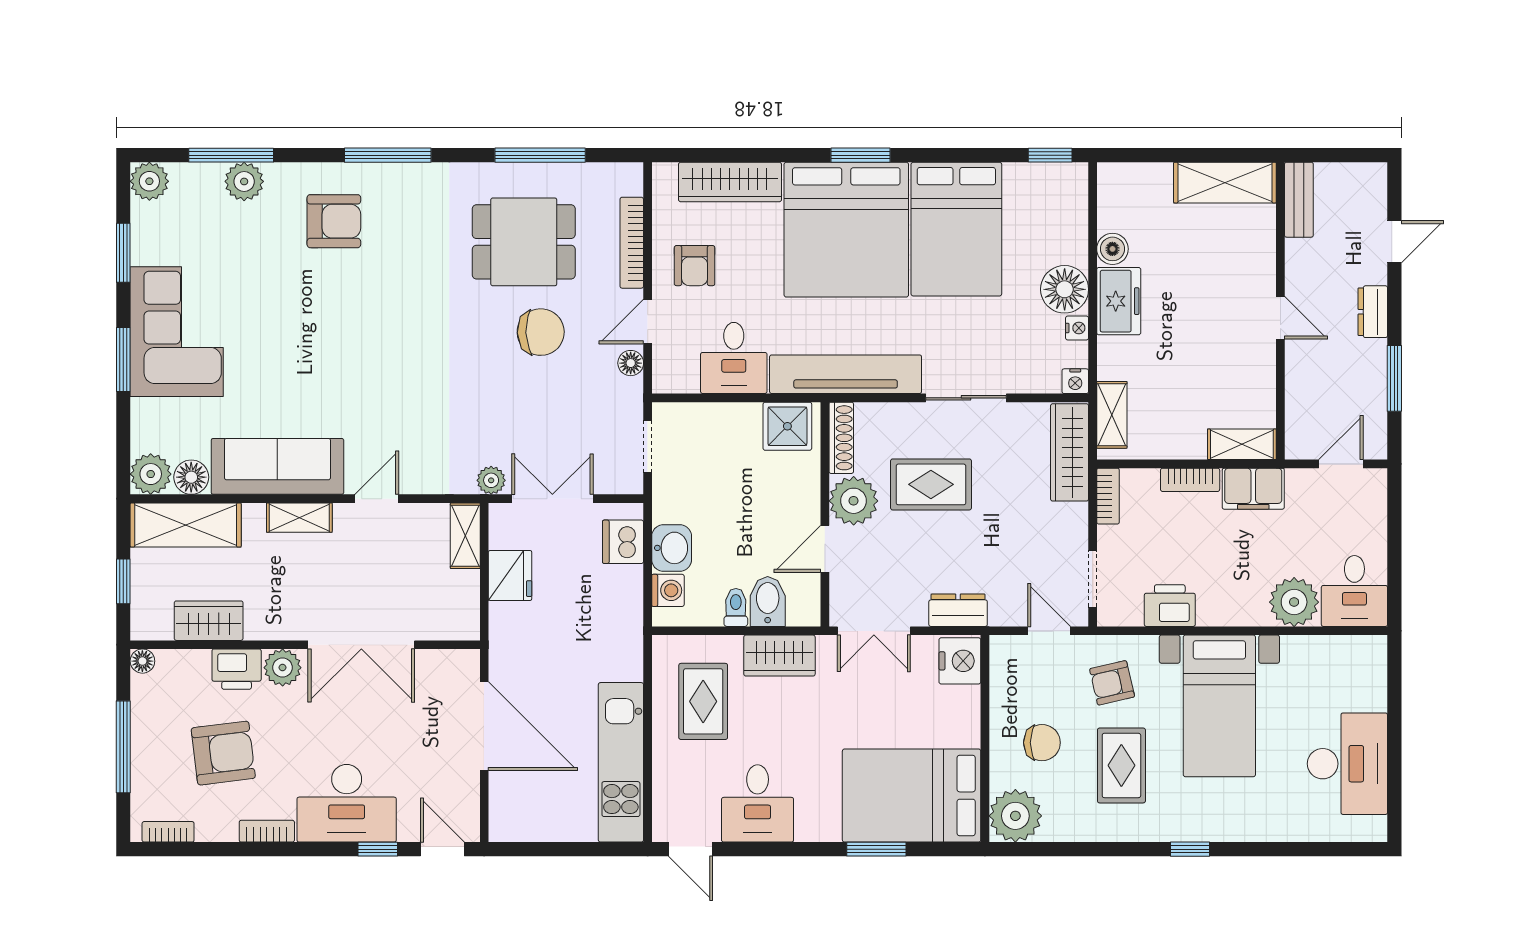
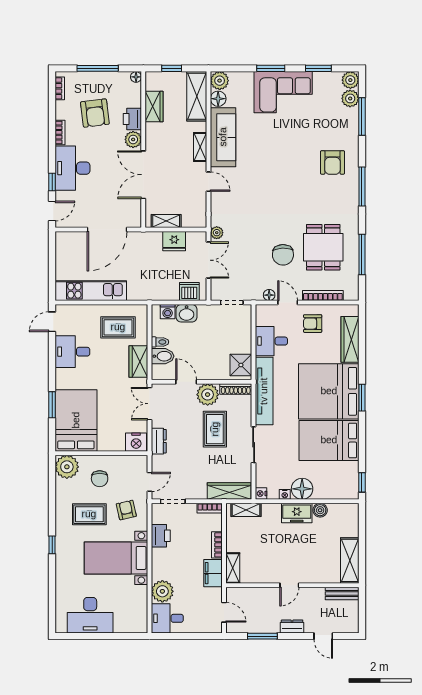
plant: (244, 181) -> (350, 98), moved
shelving: (465, 536) -> (166, 221), moved

